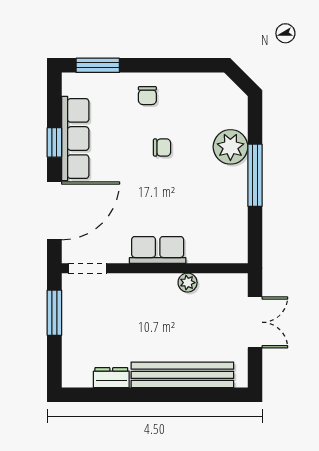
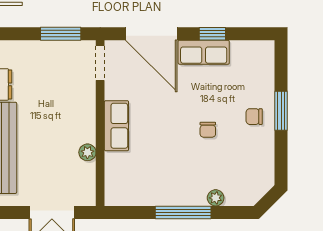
window: (98, 65) -> (281, 111), moved
row of seats: (75, 139) -> (204, 52), width x0.68
plant: (230, 147) -> (216, 198), width x0.53, depth x0.53

